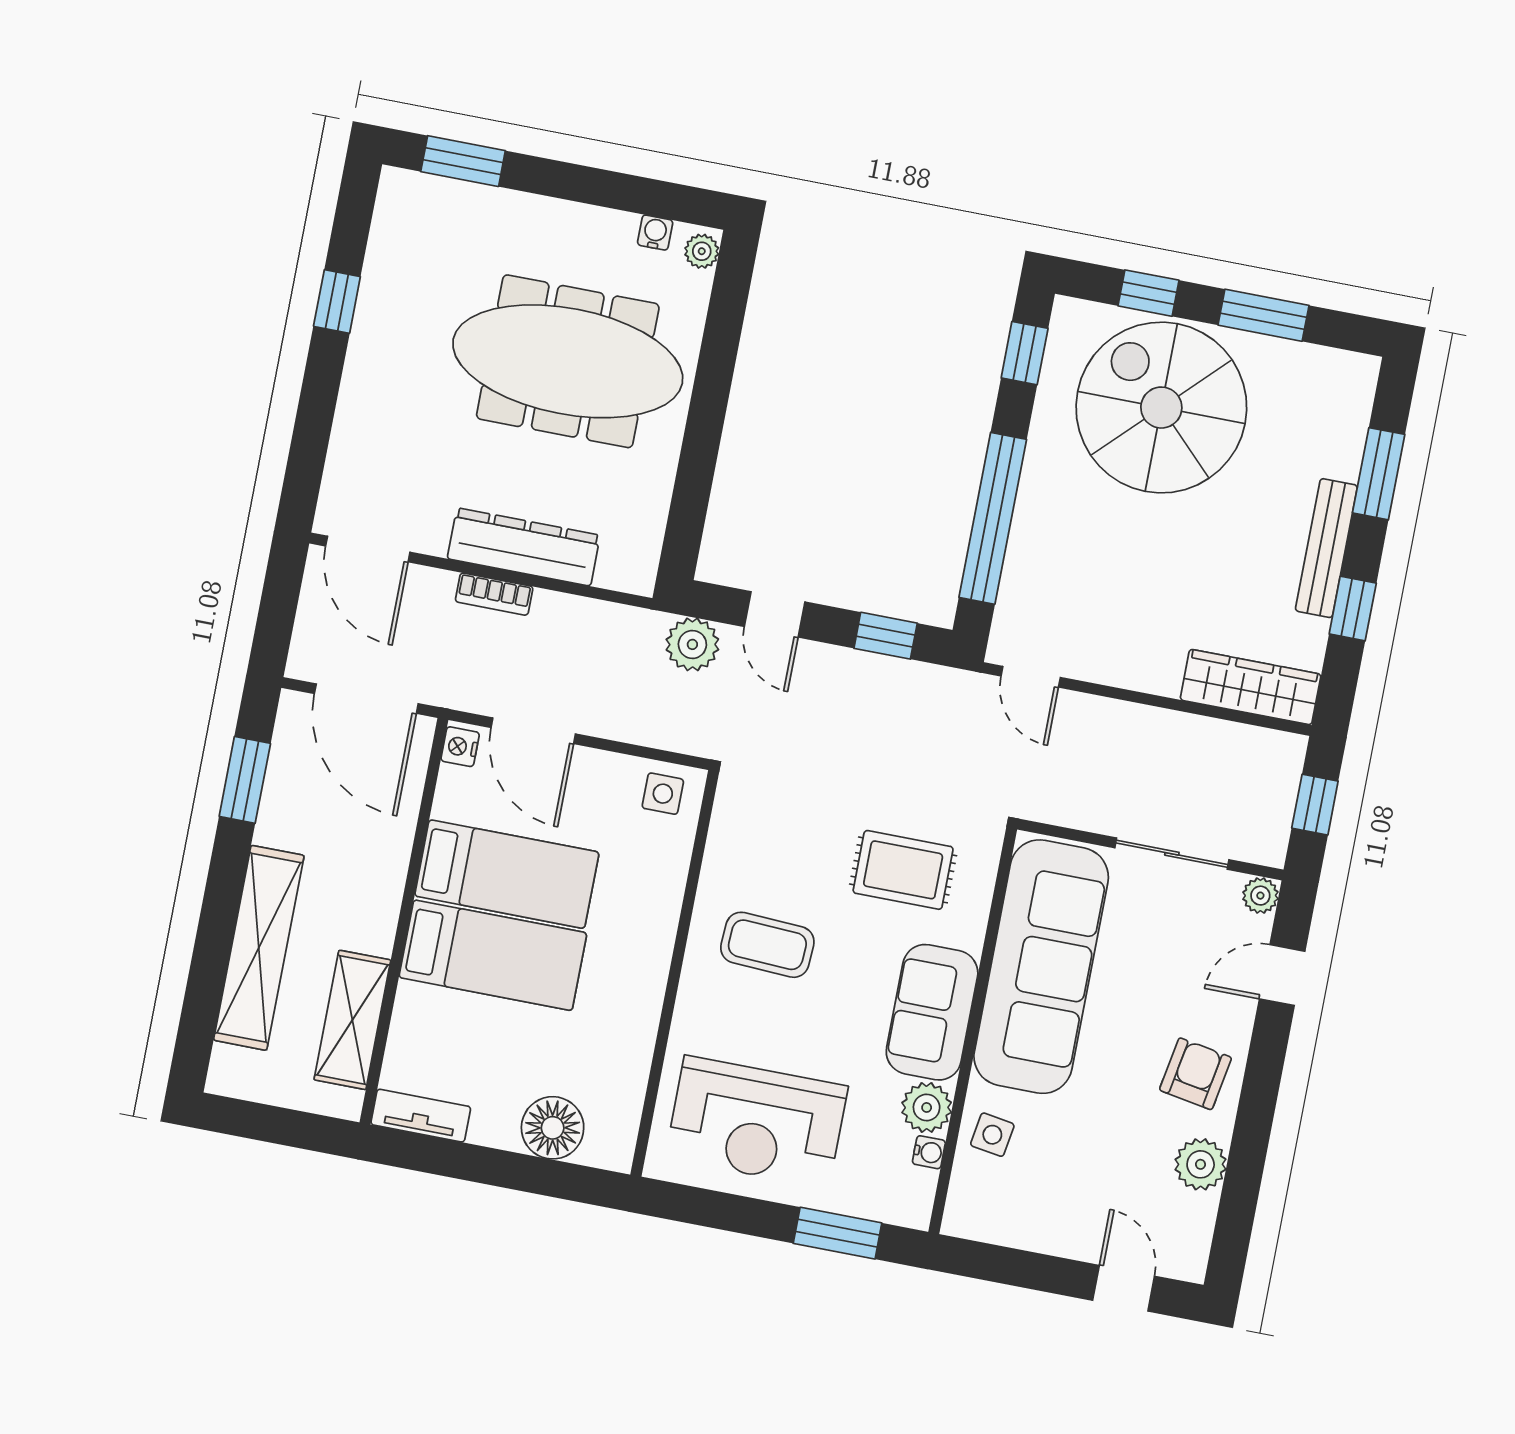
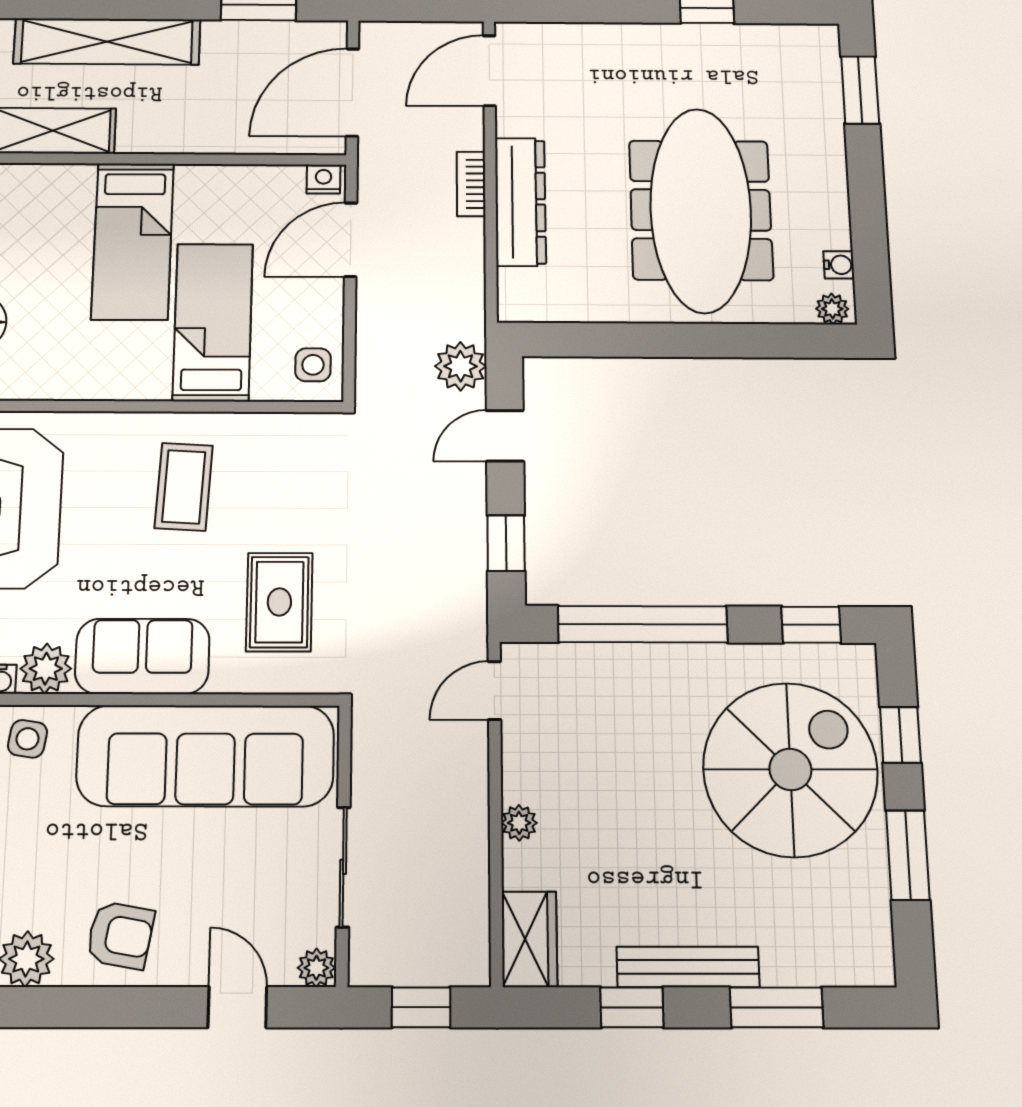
plant: (1162, 679) -> (519, 823), added
wardrobe: (1251, 687) -> (529, 939), width x0.67
bed: (507, 874) -> (213, 322), moved, turned 180

